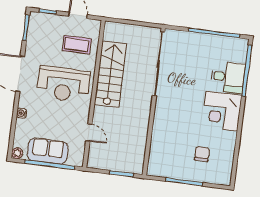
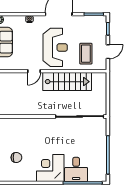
reception desk: (63, 84) -> (55, 47), turned 180
door: (89, 133) -> (34, 71), moved

